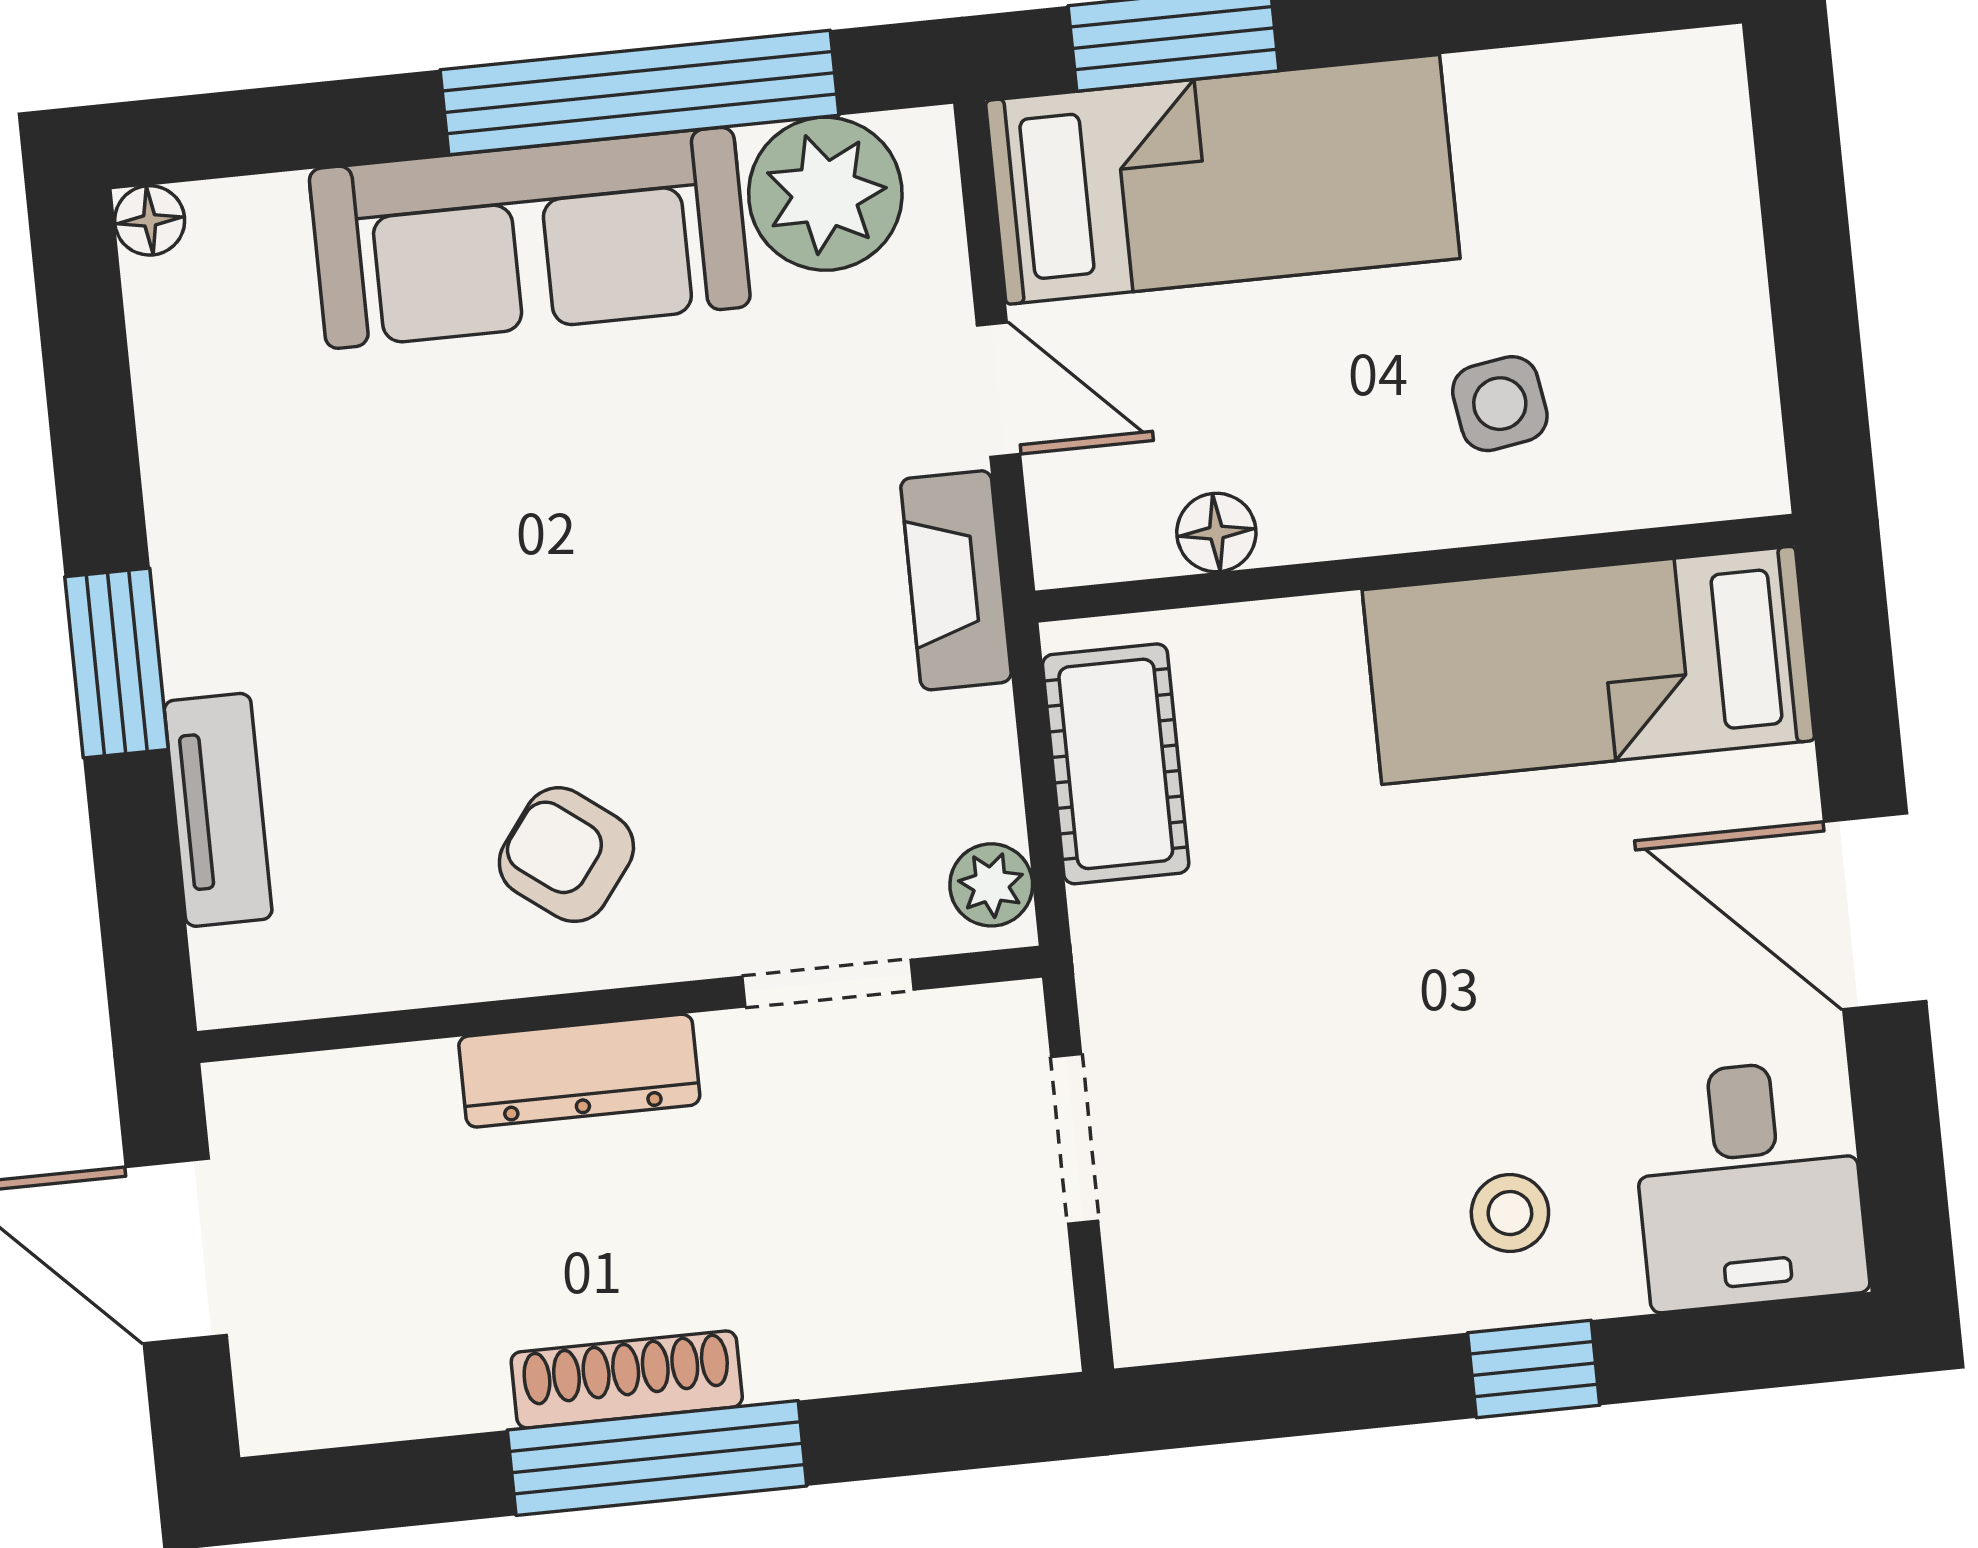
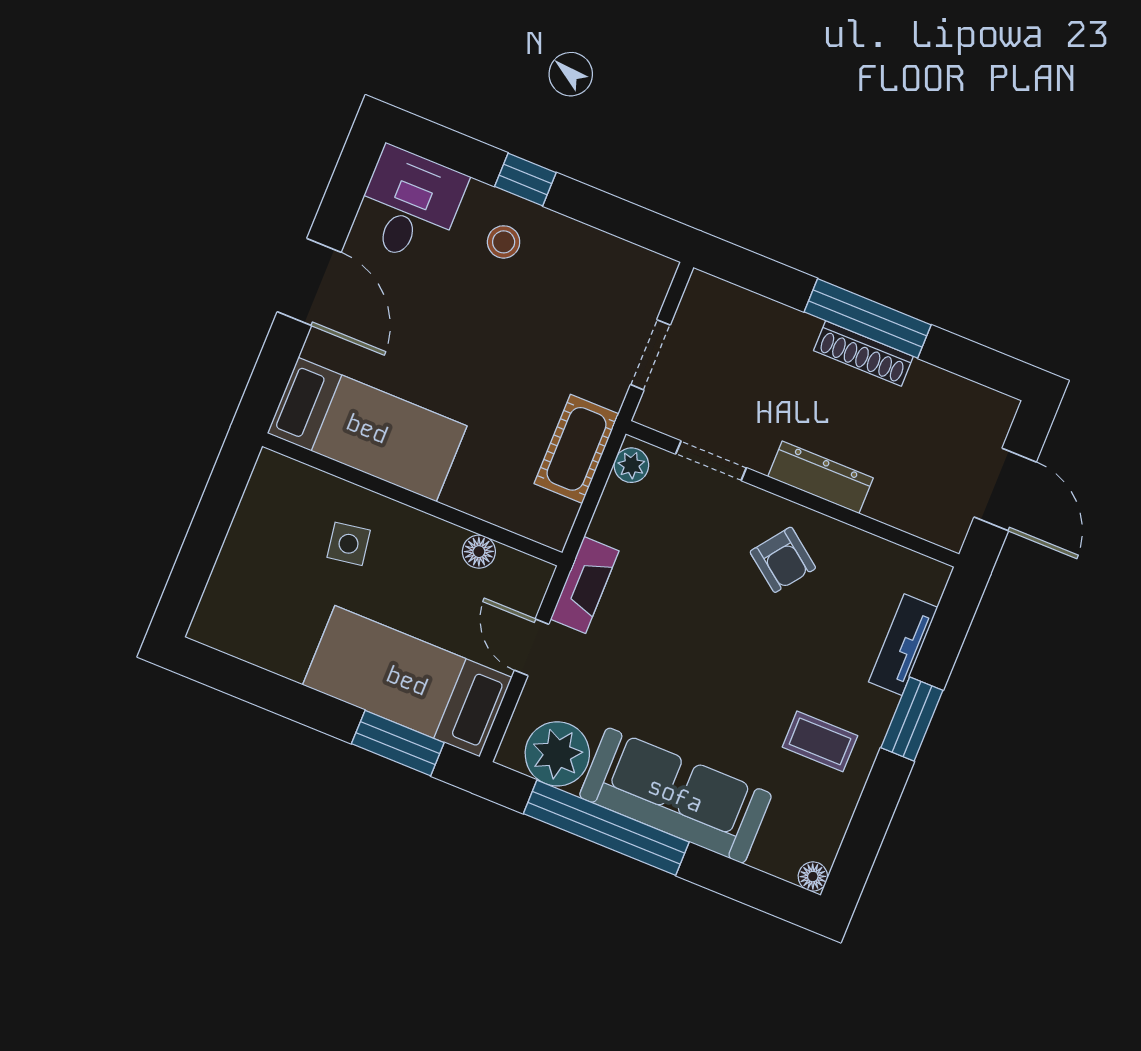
coffee table: (286, 513) -> (820, 741), added
cot: (1116, 764) -> (576, 449), moved

